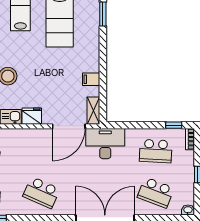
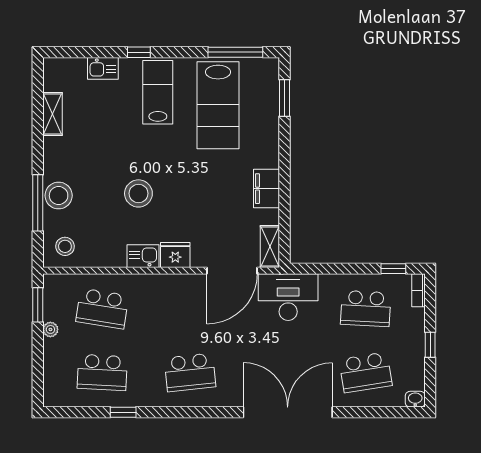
filing cabinet: (91, 79) -> (267, 189), width x2.00
school desk: (41, 193) -> (190, 372), turned -30
school desk: (156, 193) -> (366, 372), turned -30

